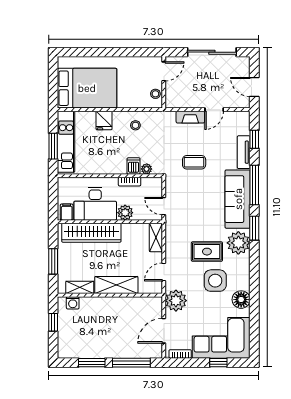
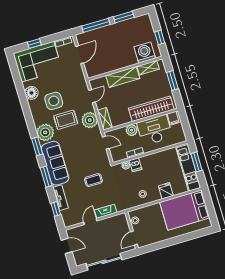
window: (254, 185) -> (46, 177), width x0.69
plant: (176, 301) -> (90, 120), moved
washing machine: (73, 303) -> (145, 53), width x1.89, depth x1.89

